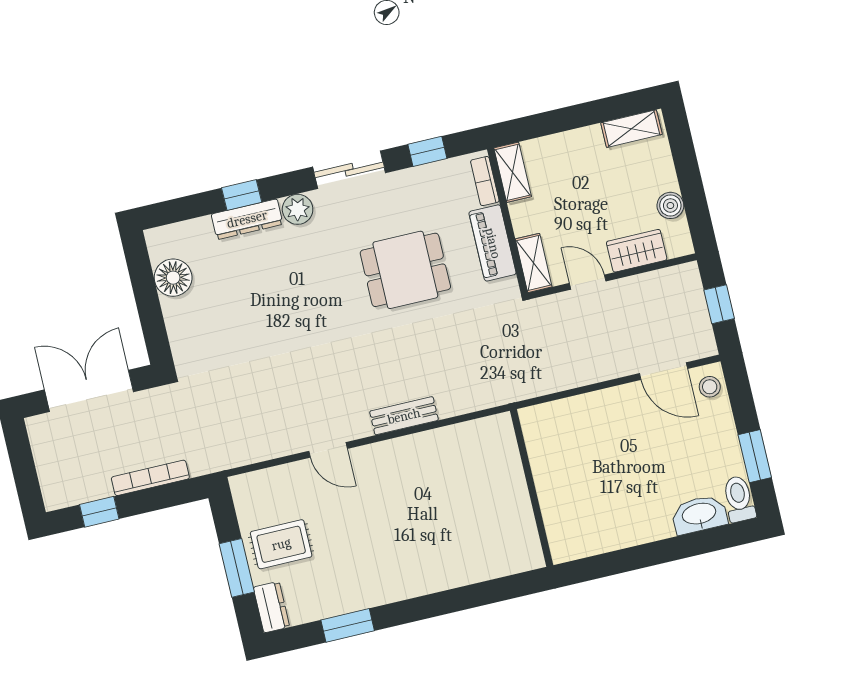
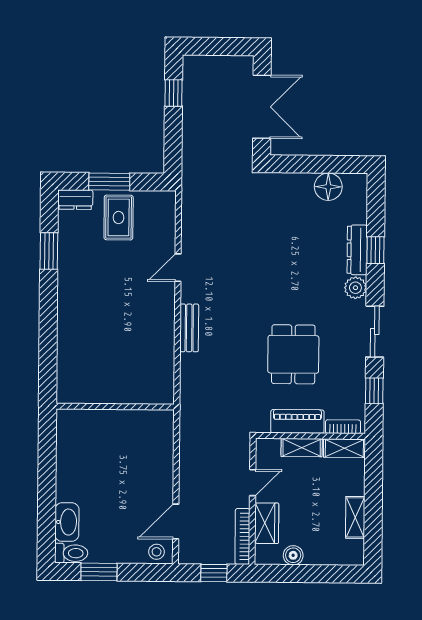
shelving: (631, 129) -> (355, 517), moved
shelving: (534, 263) -> (302, 448), moved
bookcase: (150, 478) -> (242, 536), moved, turned 180

